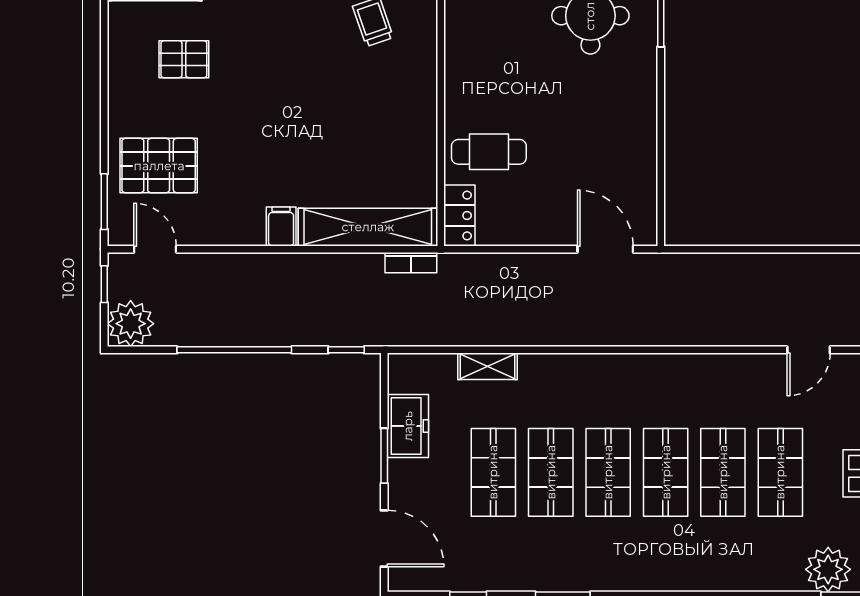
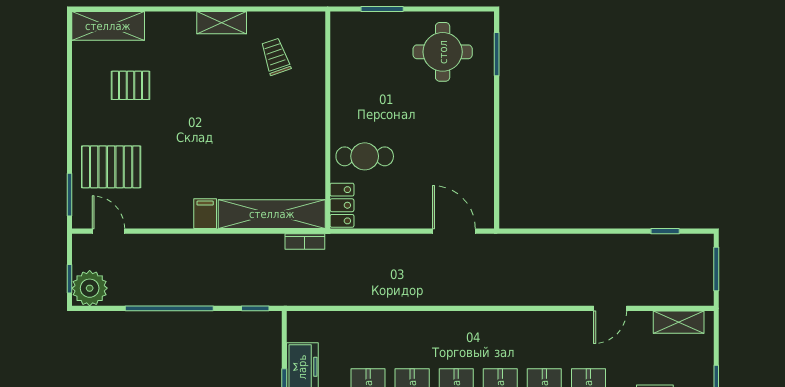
window: (104, 284) -> (69, 279), moved
shelving: (488, 366) -> (364, 321), removed

